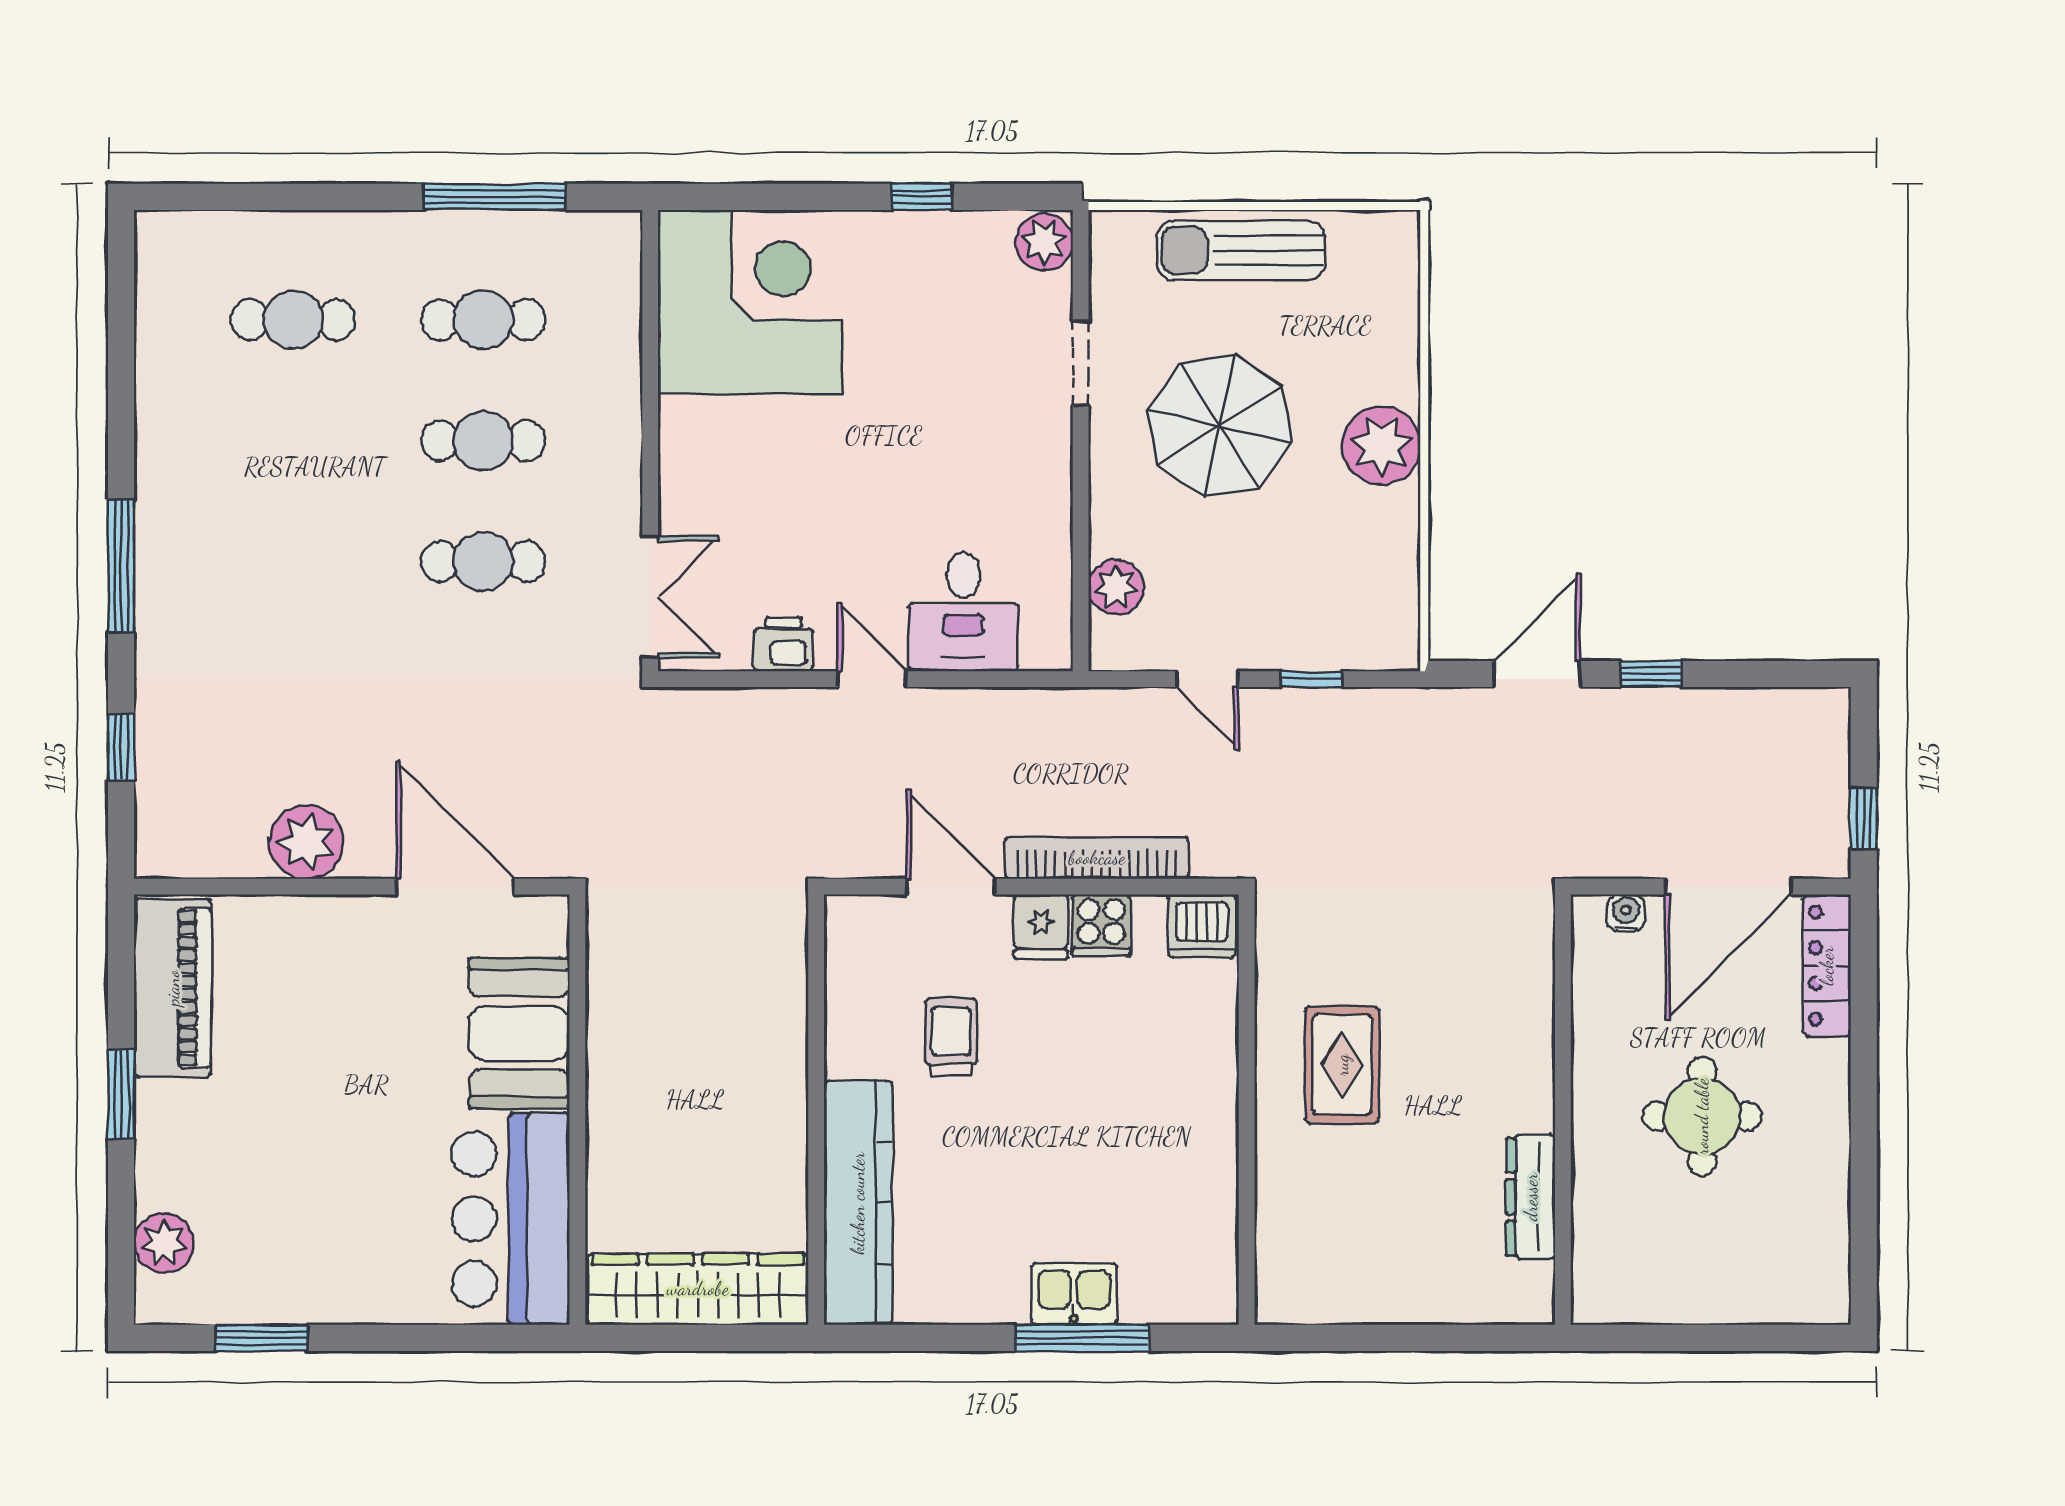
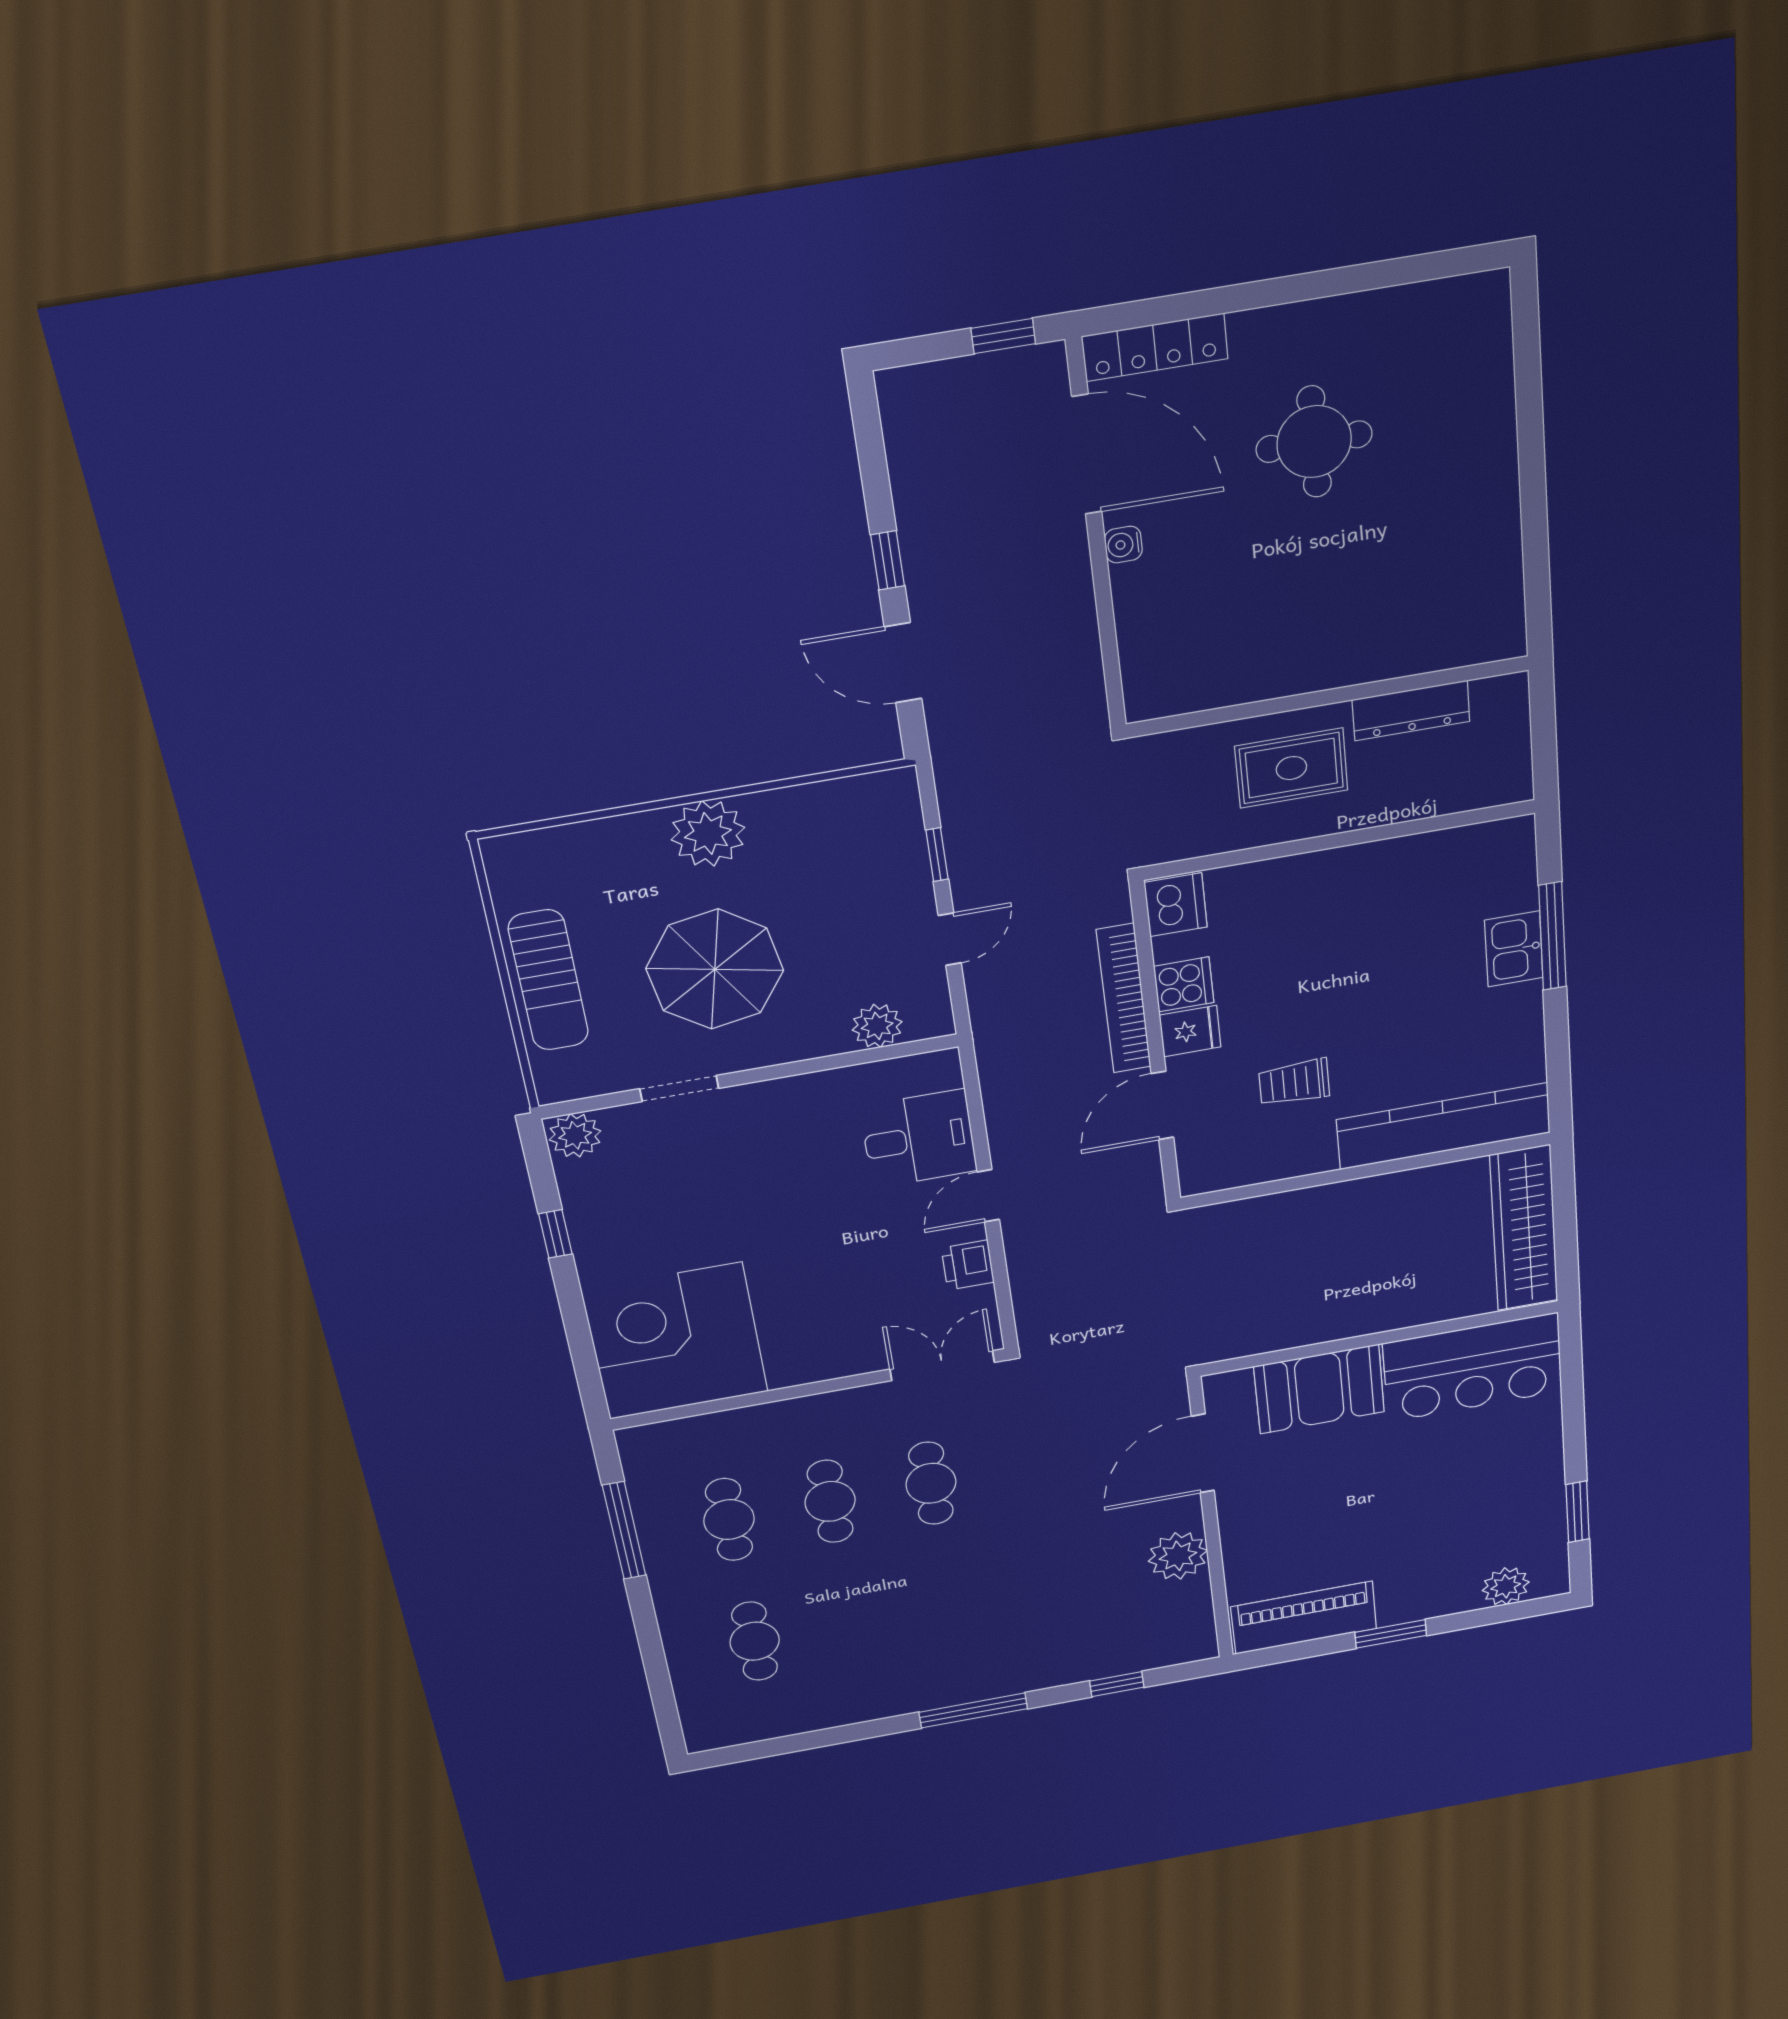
wall: (1563, 1110) -> (1328, 697), moved
dresser: (1531, 1197) -> (1411, 711), moved

